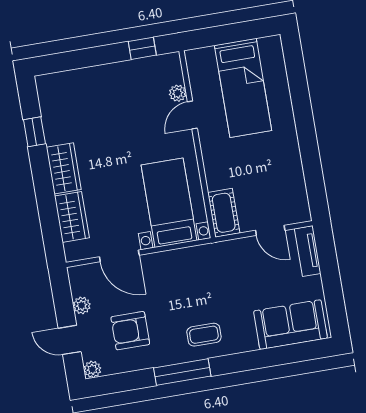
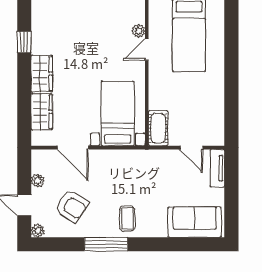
armchair: (130, 331) -> (72, 206), turned -147
coffee table: (204, 335) -> (127, 219), turned 90

